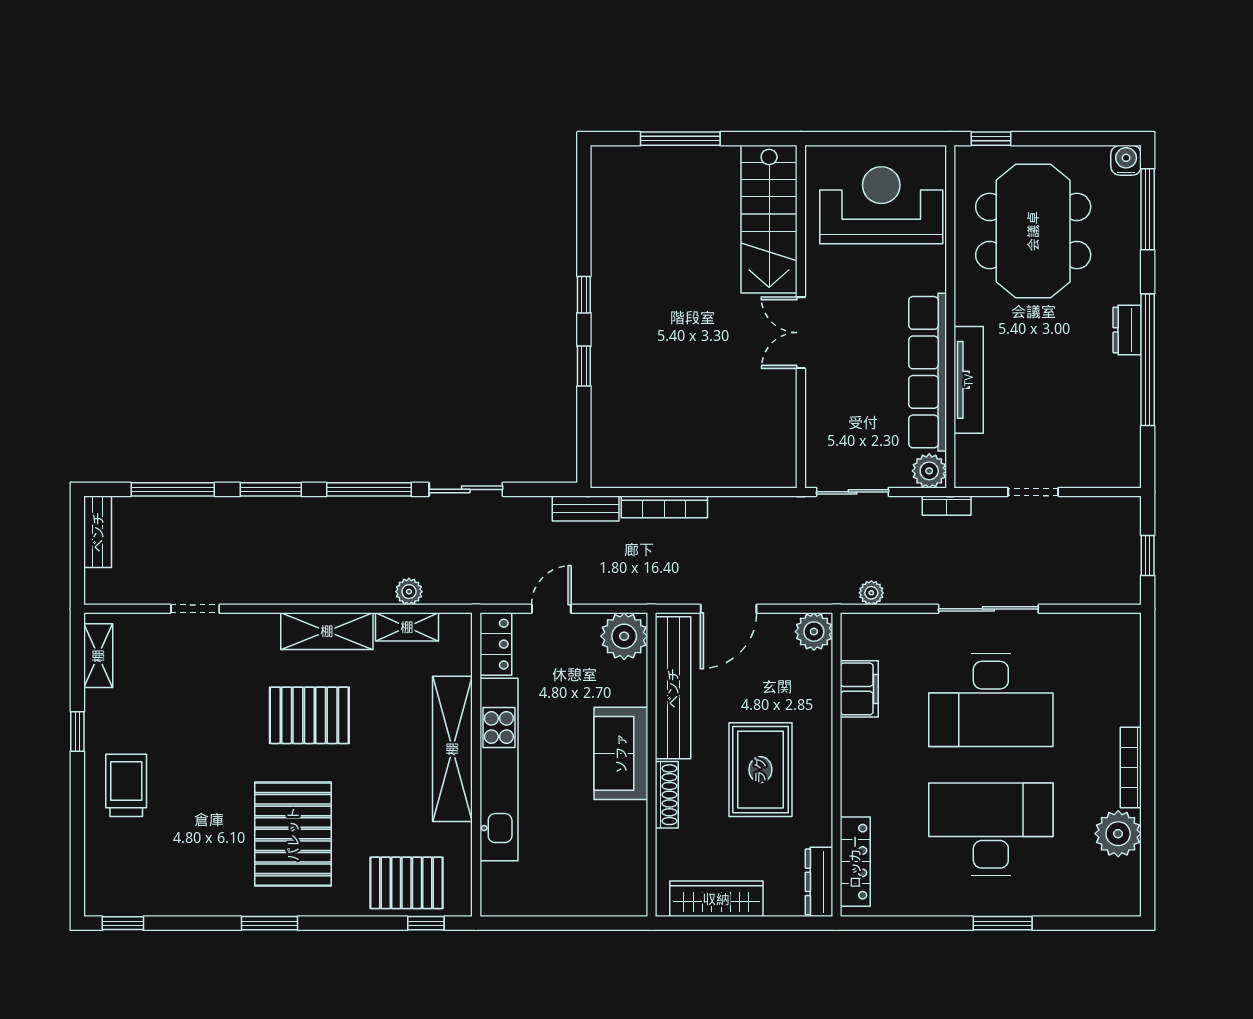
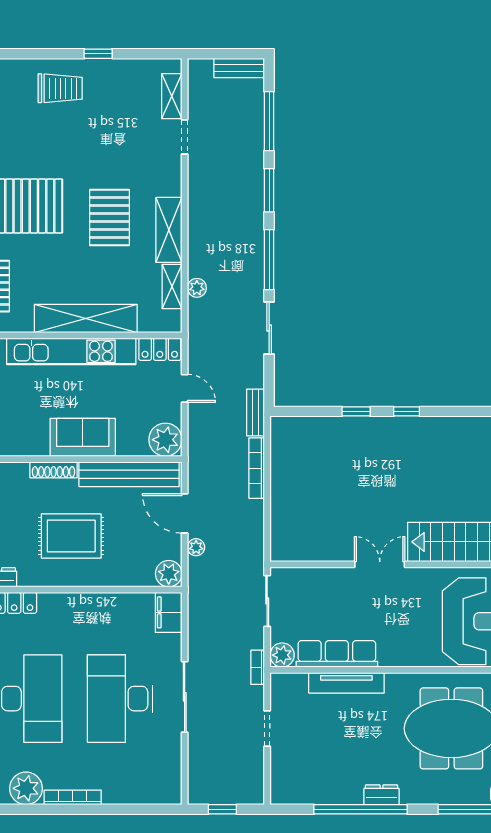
row of seats: (928, 372) -> (337, 654), width x0.73
plant: (871, 593) -> (196, 547), moved
shelving: (98, 656) -> (172, 96), moved, turned 90
filing cabinet: (859, 689) -> (169, 612), moved, turned 90

